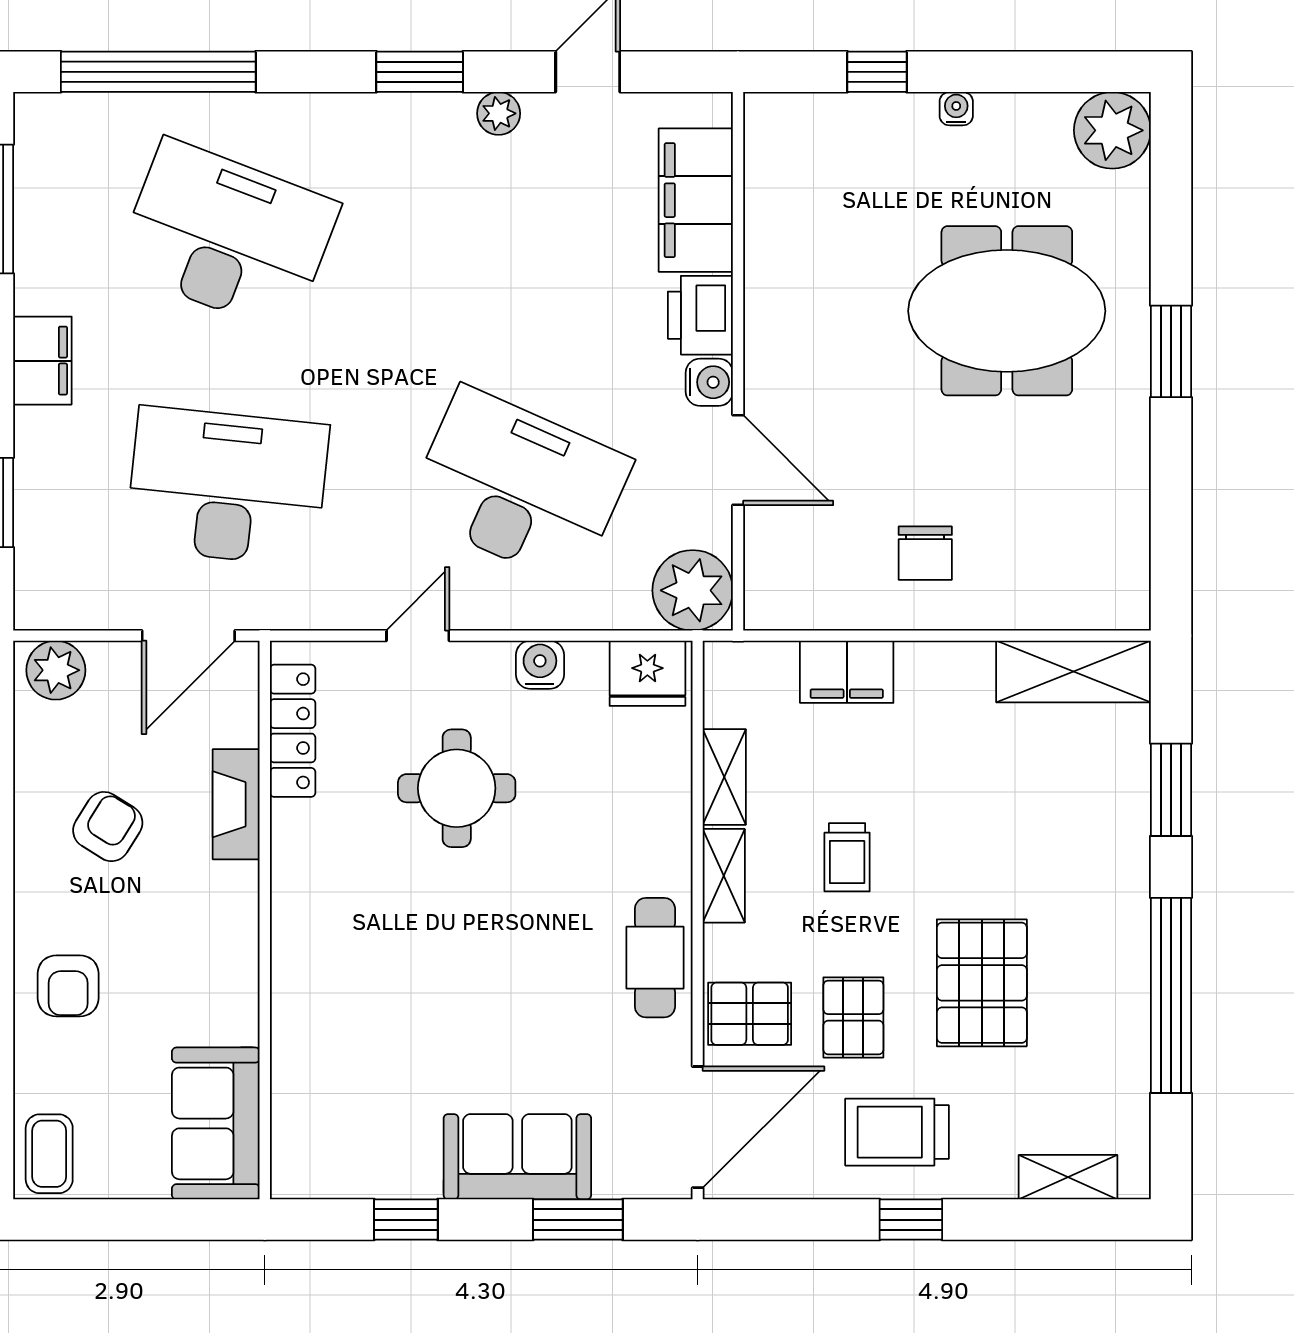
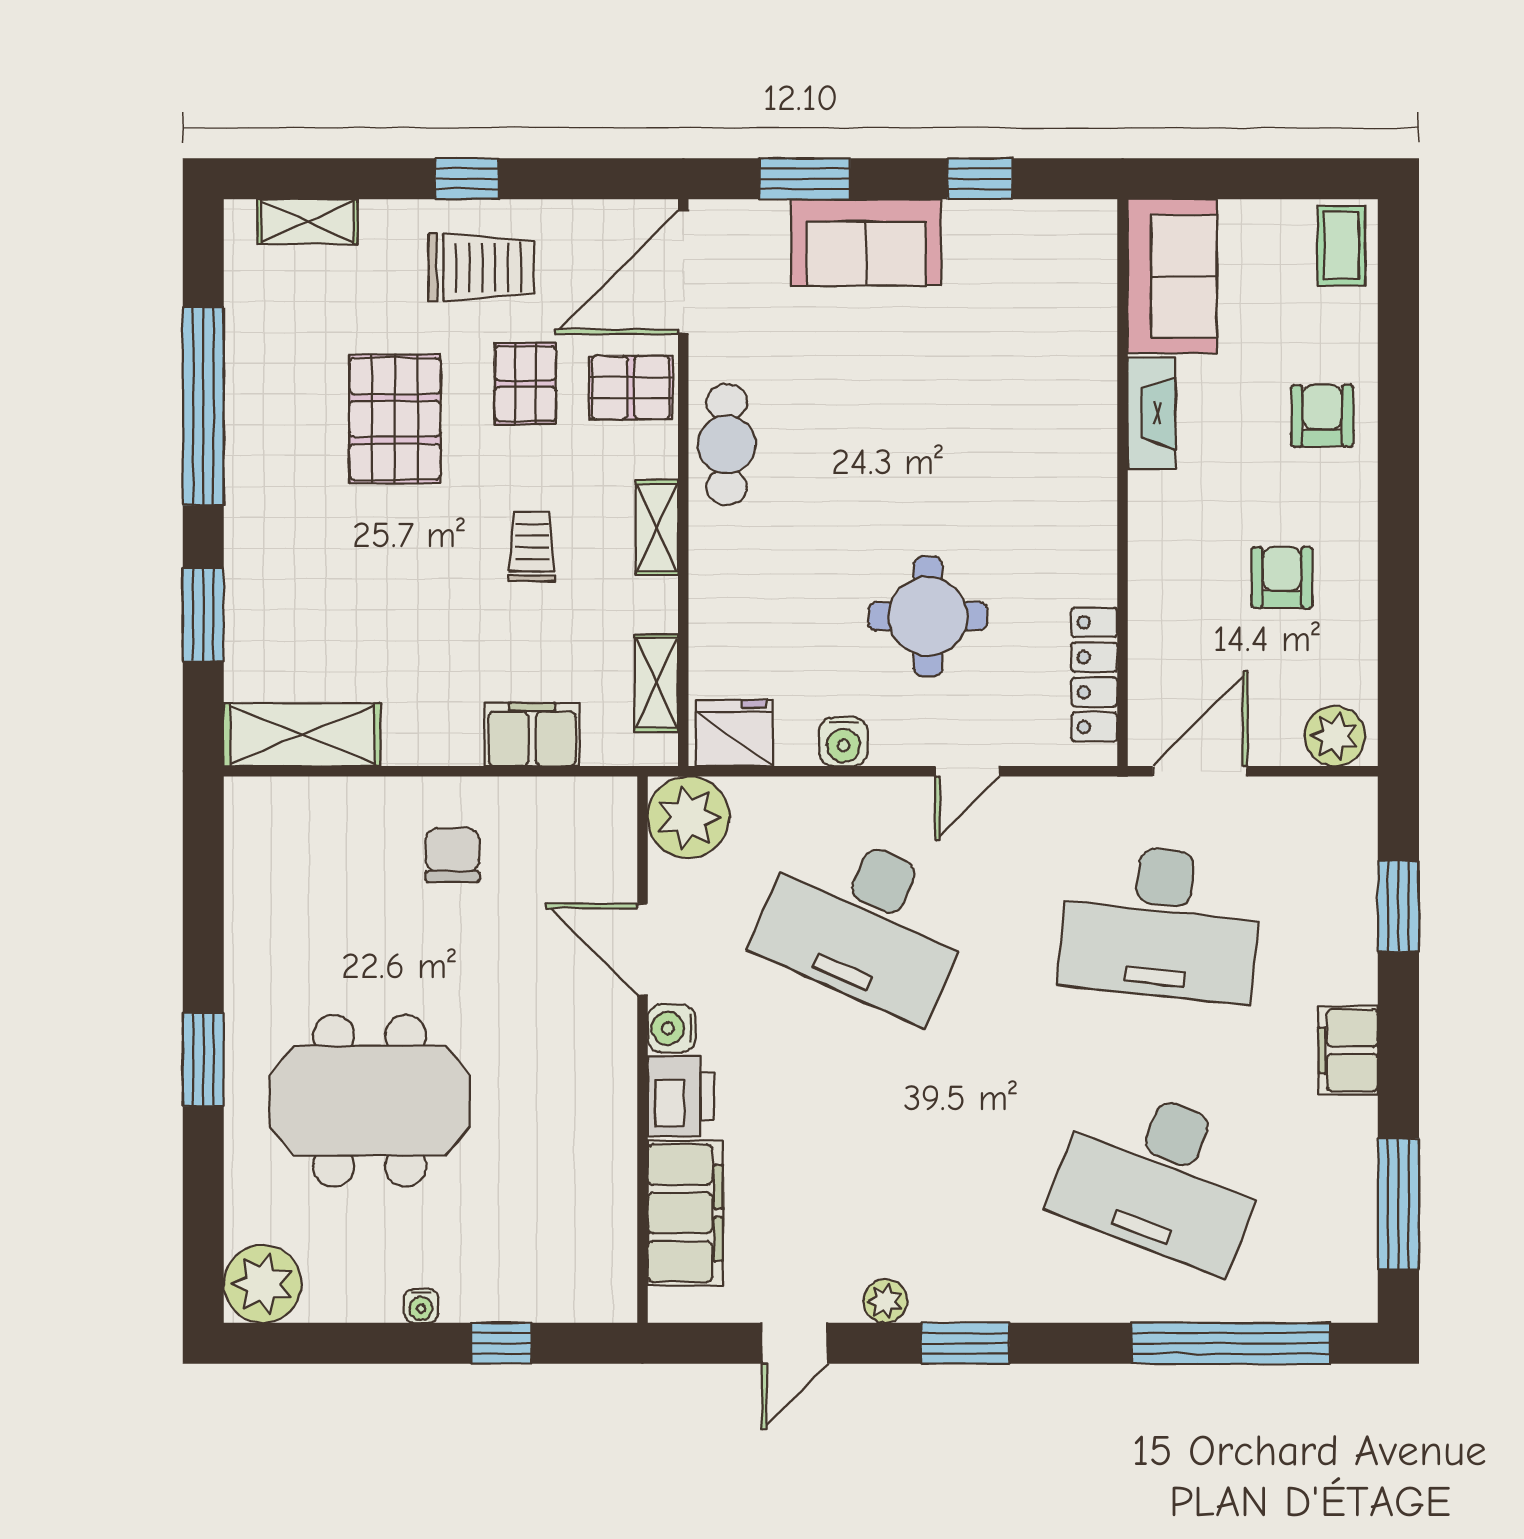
shelving: (724, 777) -> (656, 683), moved
fireplace: (236, 804) -> (1152, 413), moved
armchair: (108, 827) -> (1282, 577), turned 148

